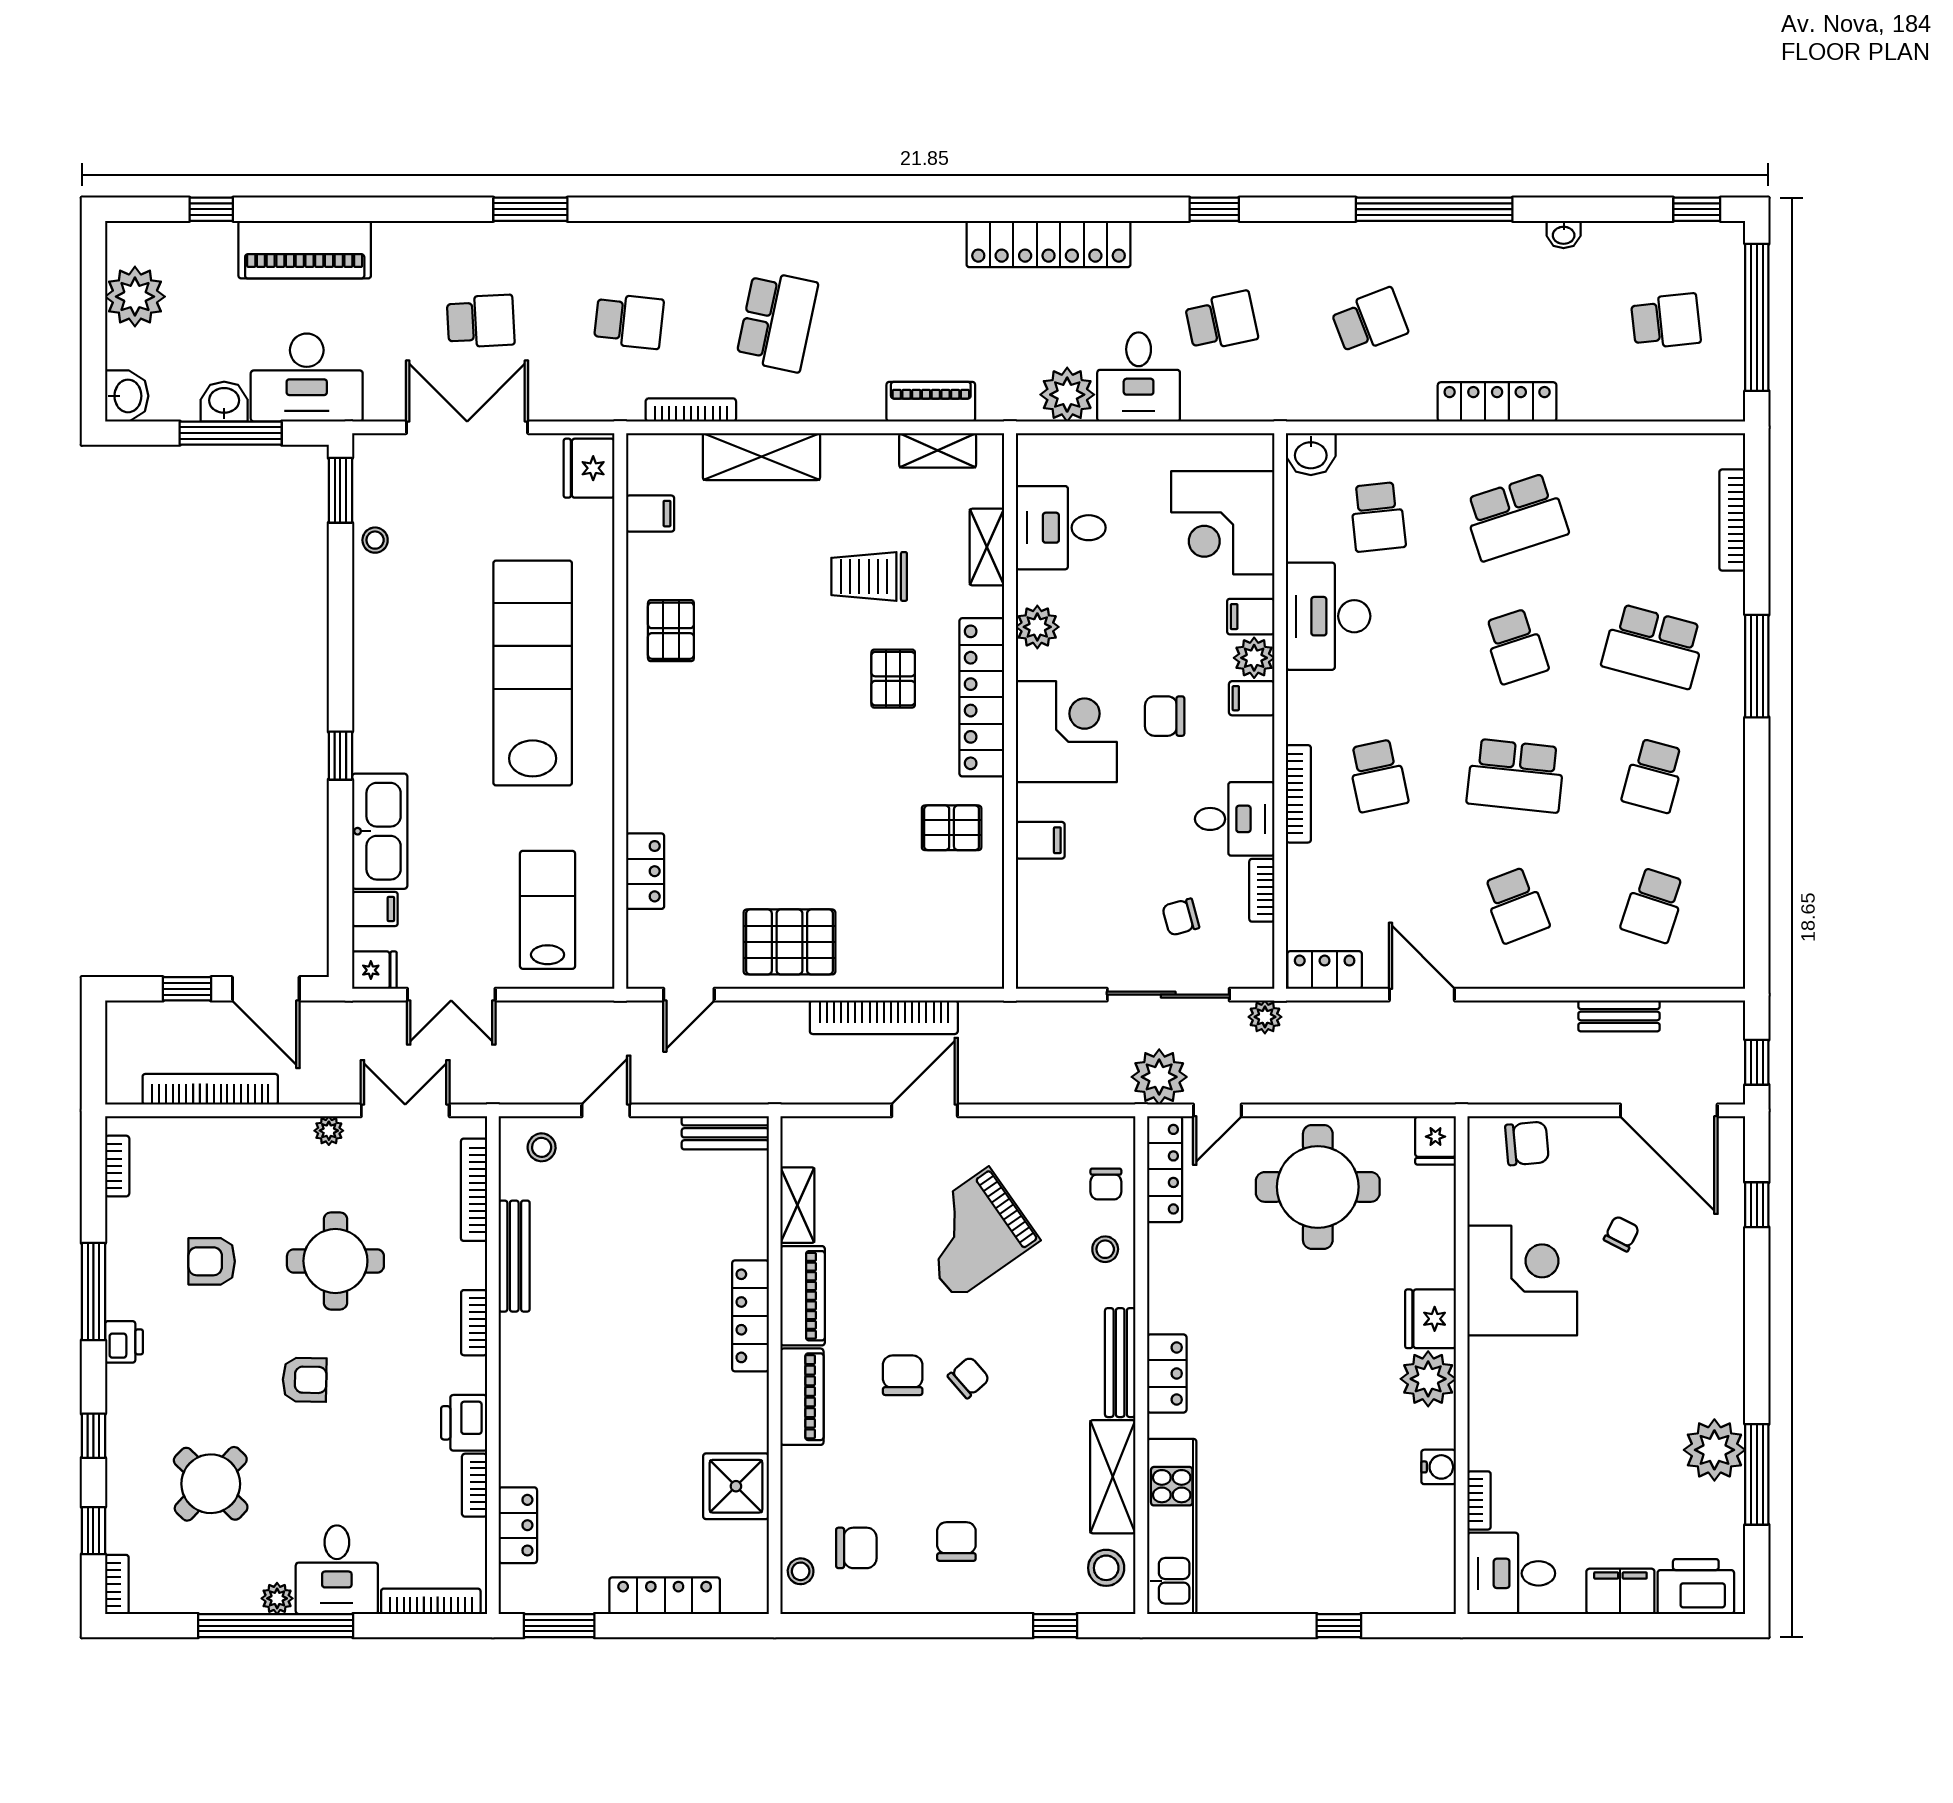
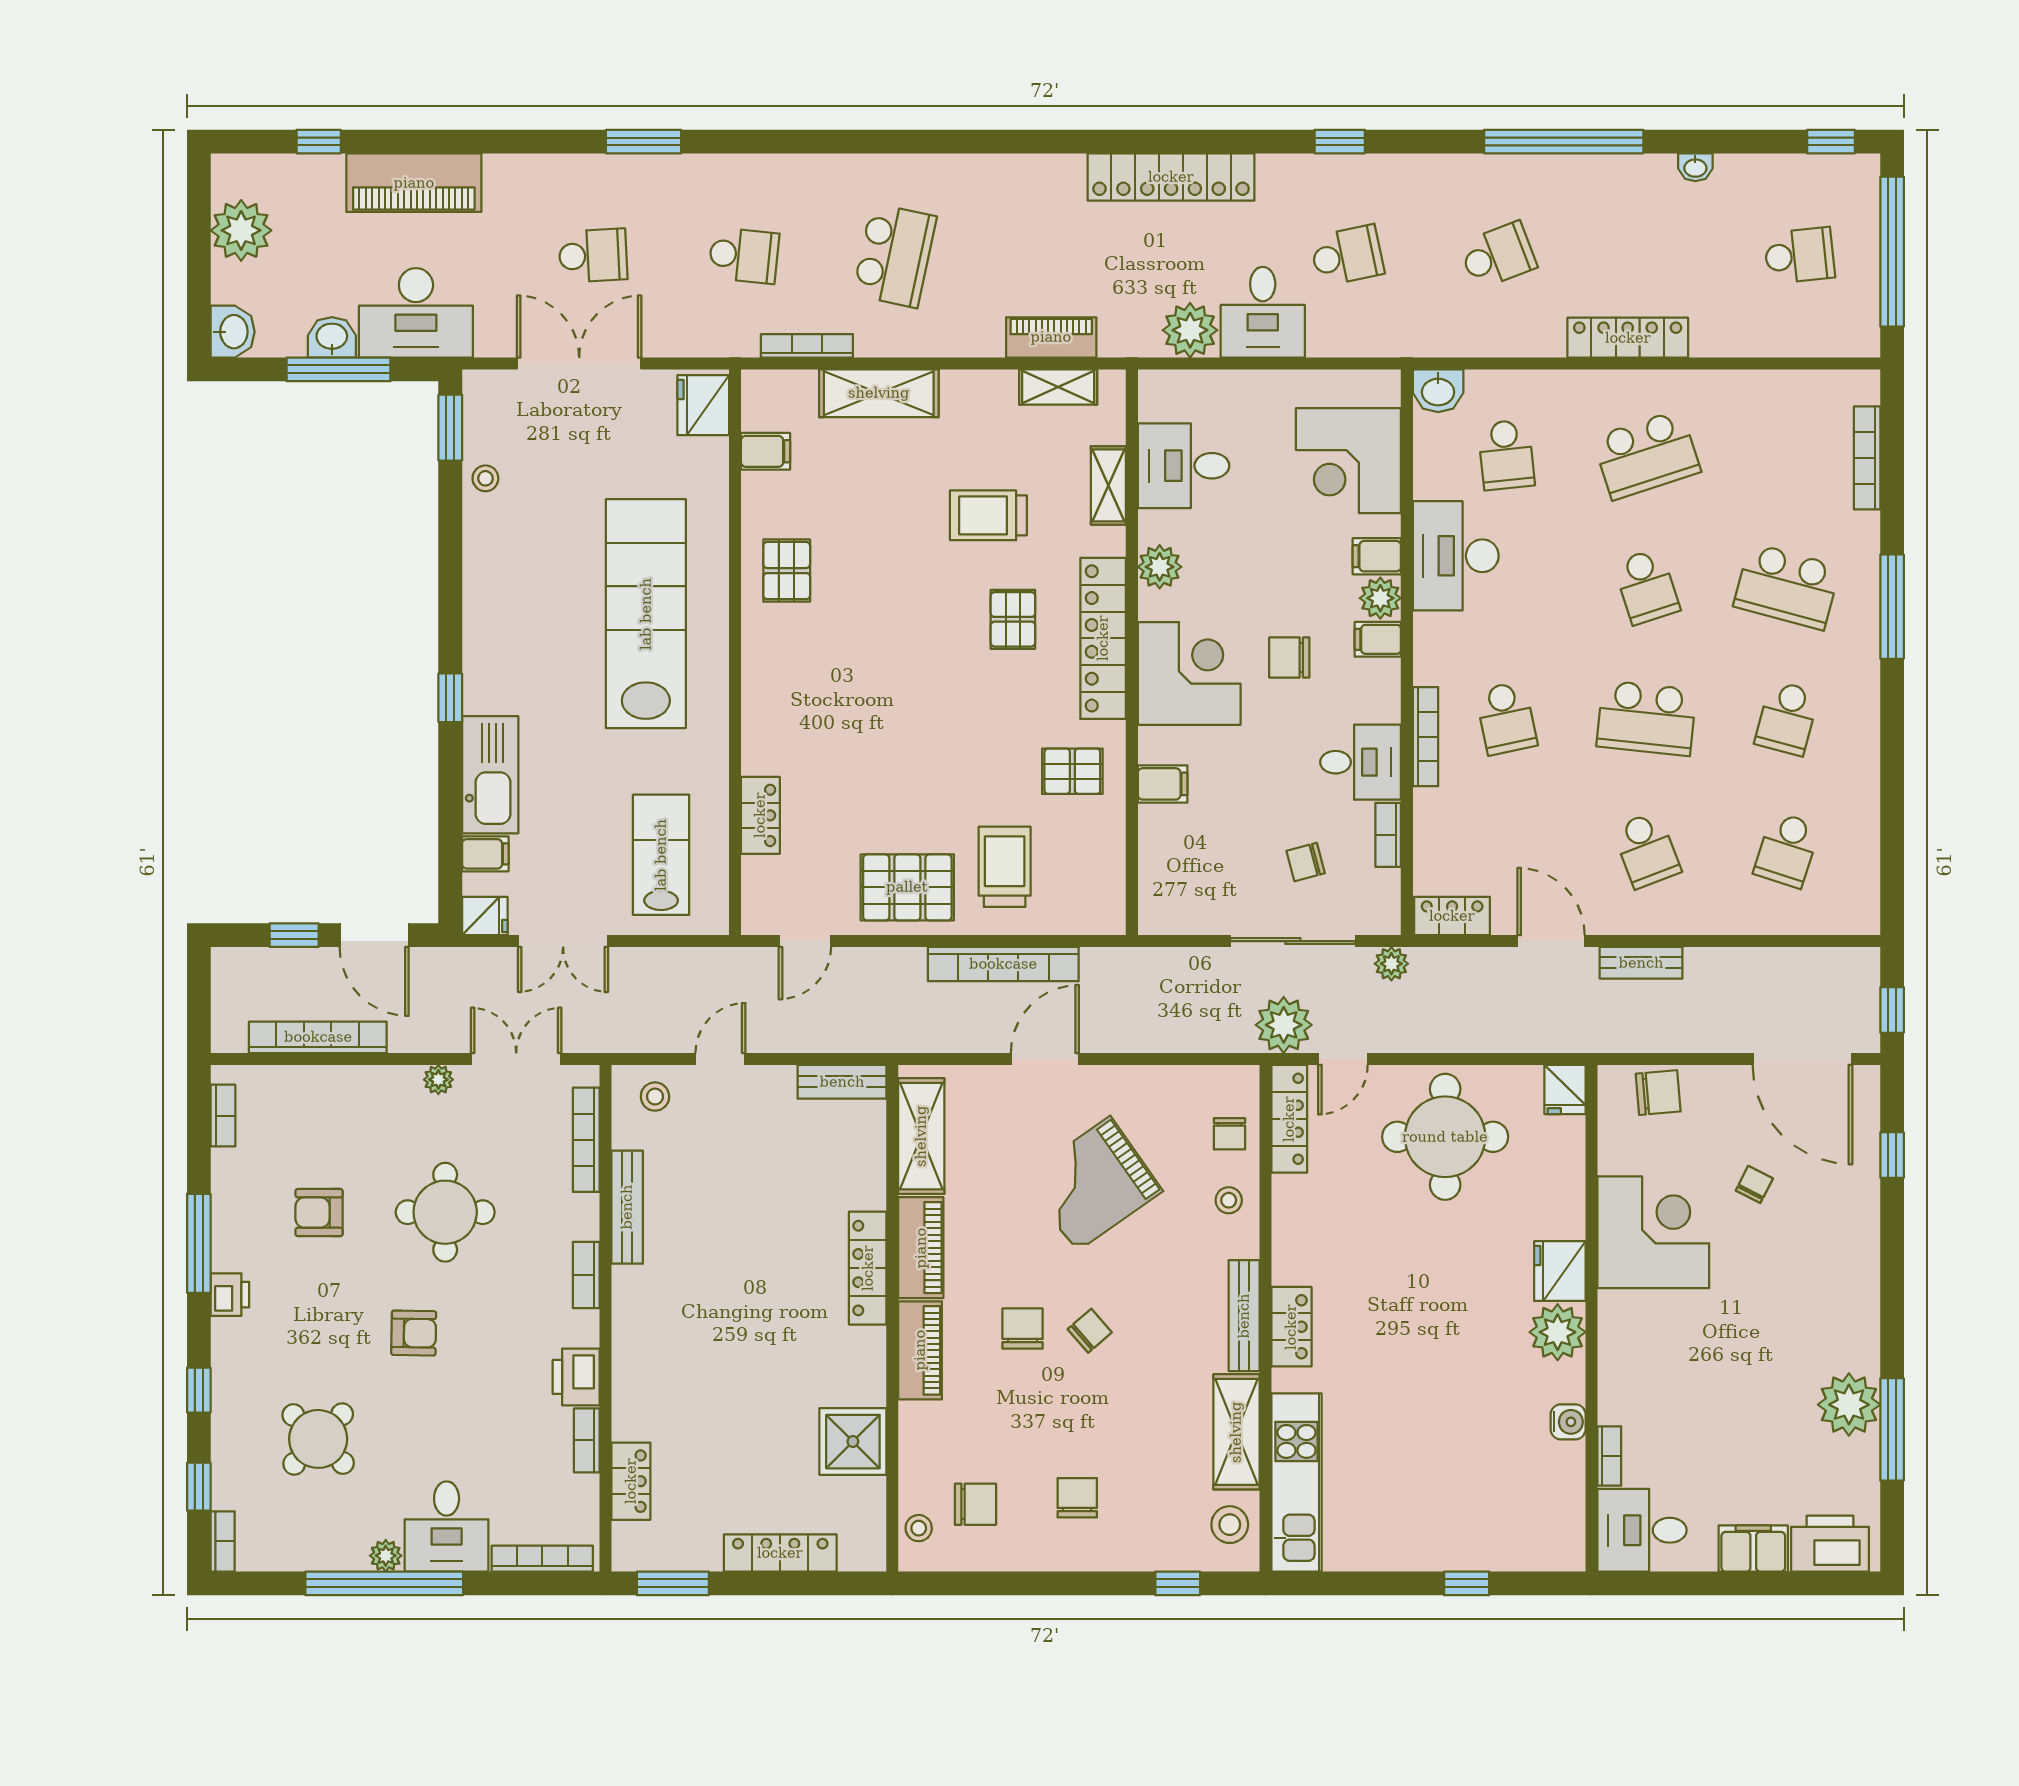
trolley: (885, 922) -> (1005, 867), added
bench: (1619, 1016) -> (1641, 963), moved
shelving: (797, 1205) -> (921, 1136), width x1.50, depth x1.33

